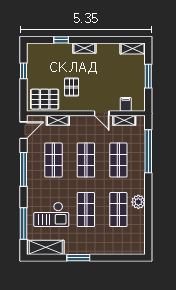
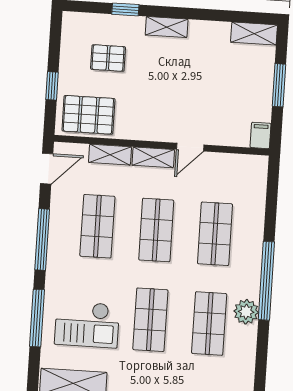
window: (24, 71) -> (52, 86), moved
pallet: (72, 87) -> (108, 58), moved, turned 90
filing cabinet: (126, 104) -> (261, 135), moved
door: (102, 113) -> (190, 147), hinge flipped
shelving: (124, 120) -> (153, 157), moved
window: (148, 151) -> (266, 281), moved
window: (24, 223) -> (37, 318), moved

